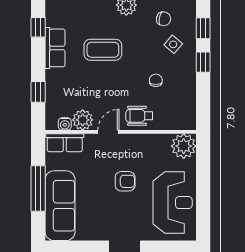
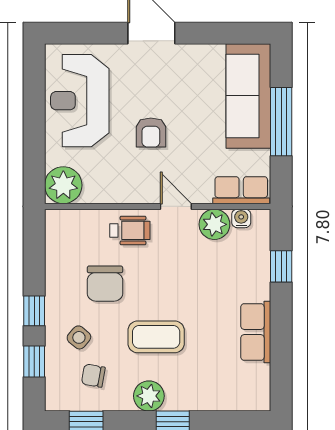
window: (38, 27) -> (281, 363), removed
coffee table: (103, 50) -> (156, 337), moved
chair: (156, 80) -> (105, 284), width x1.87, depth x1.87
door: (108, 132) -> (176, 206), swing flipped
armchair: (125, 181) -> (151, 133), turned -90

